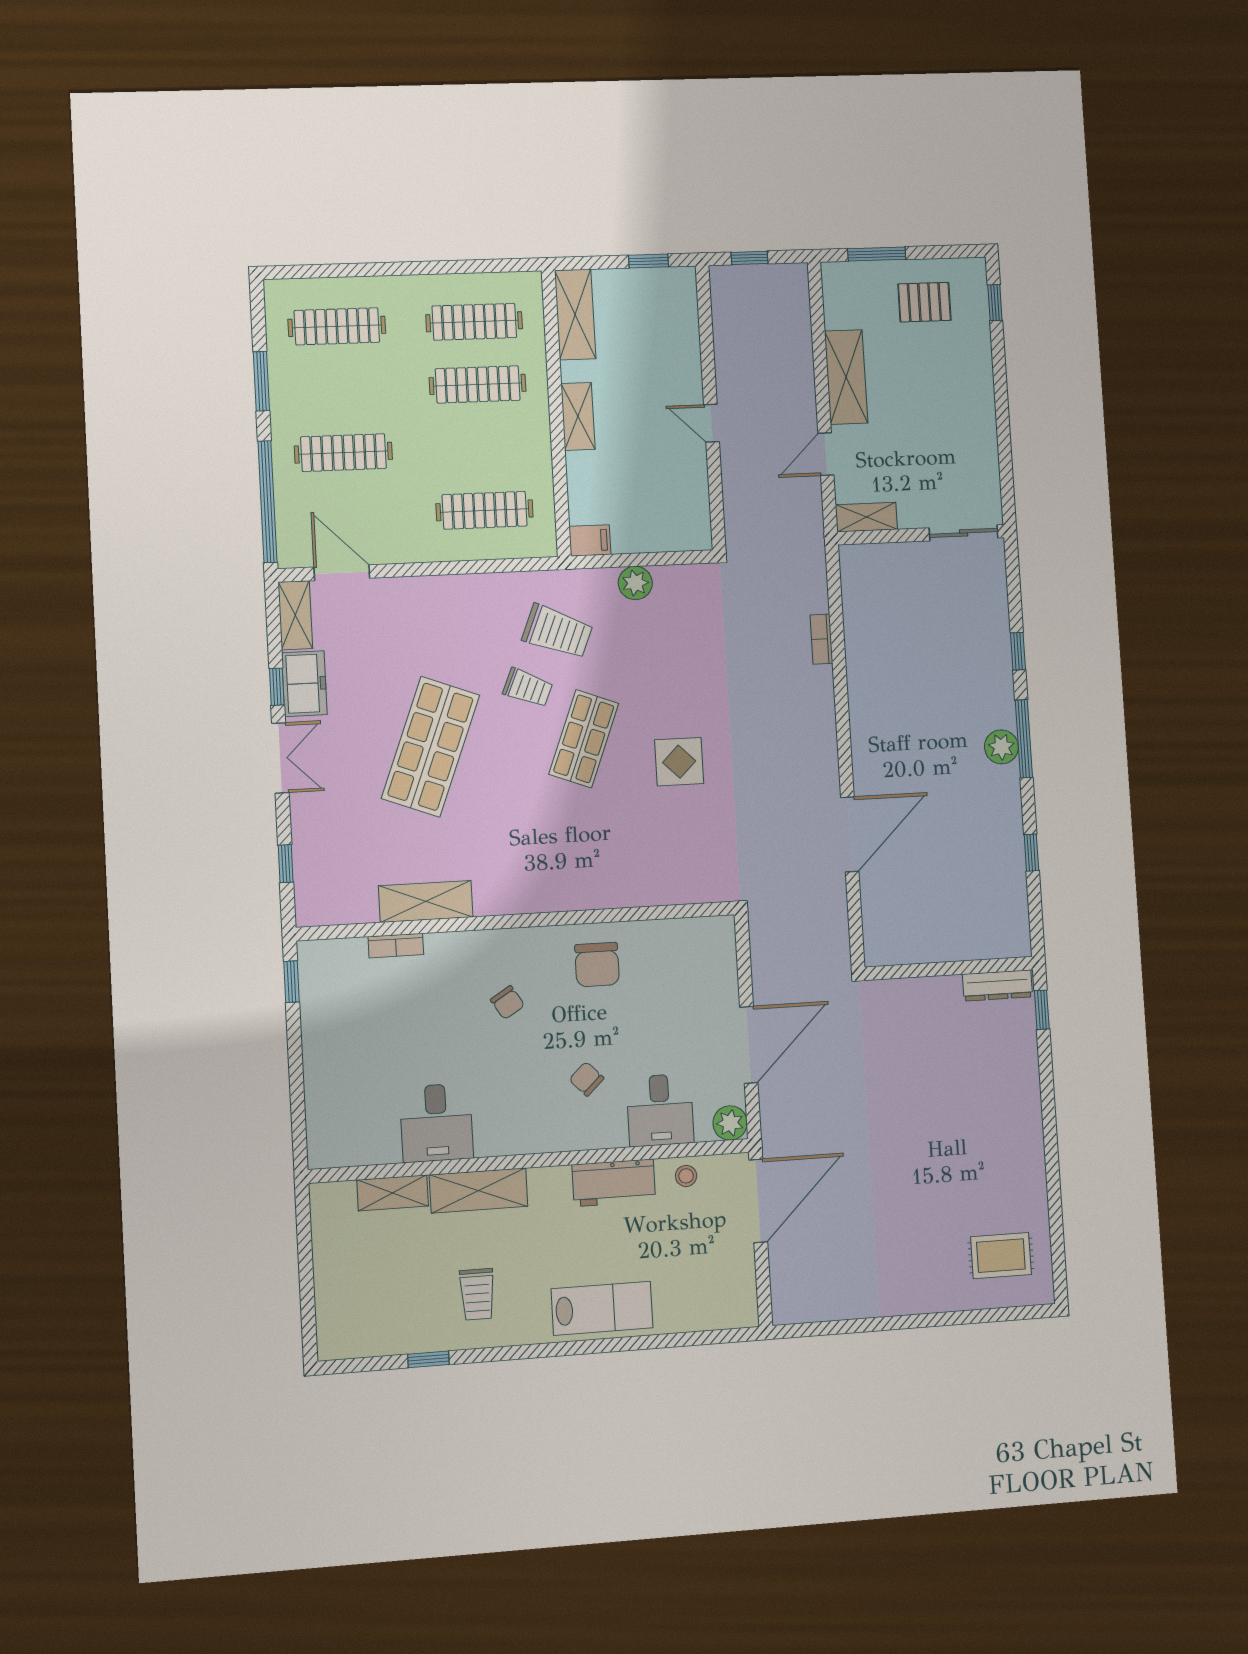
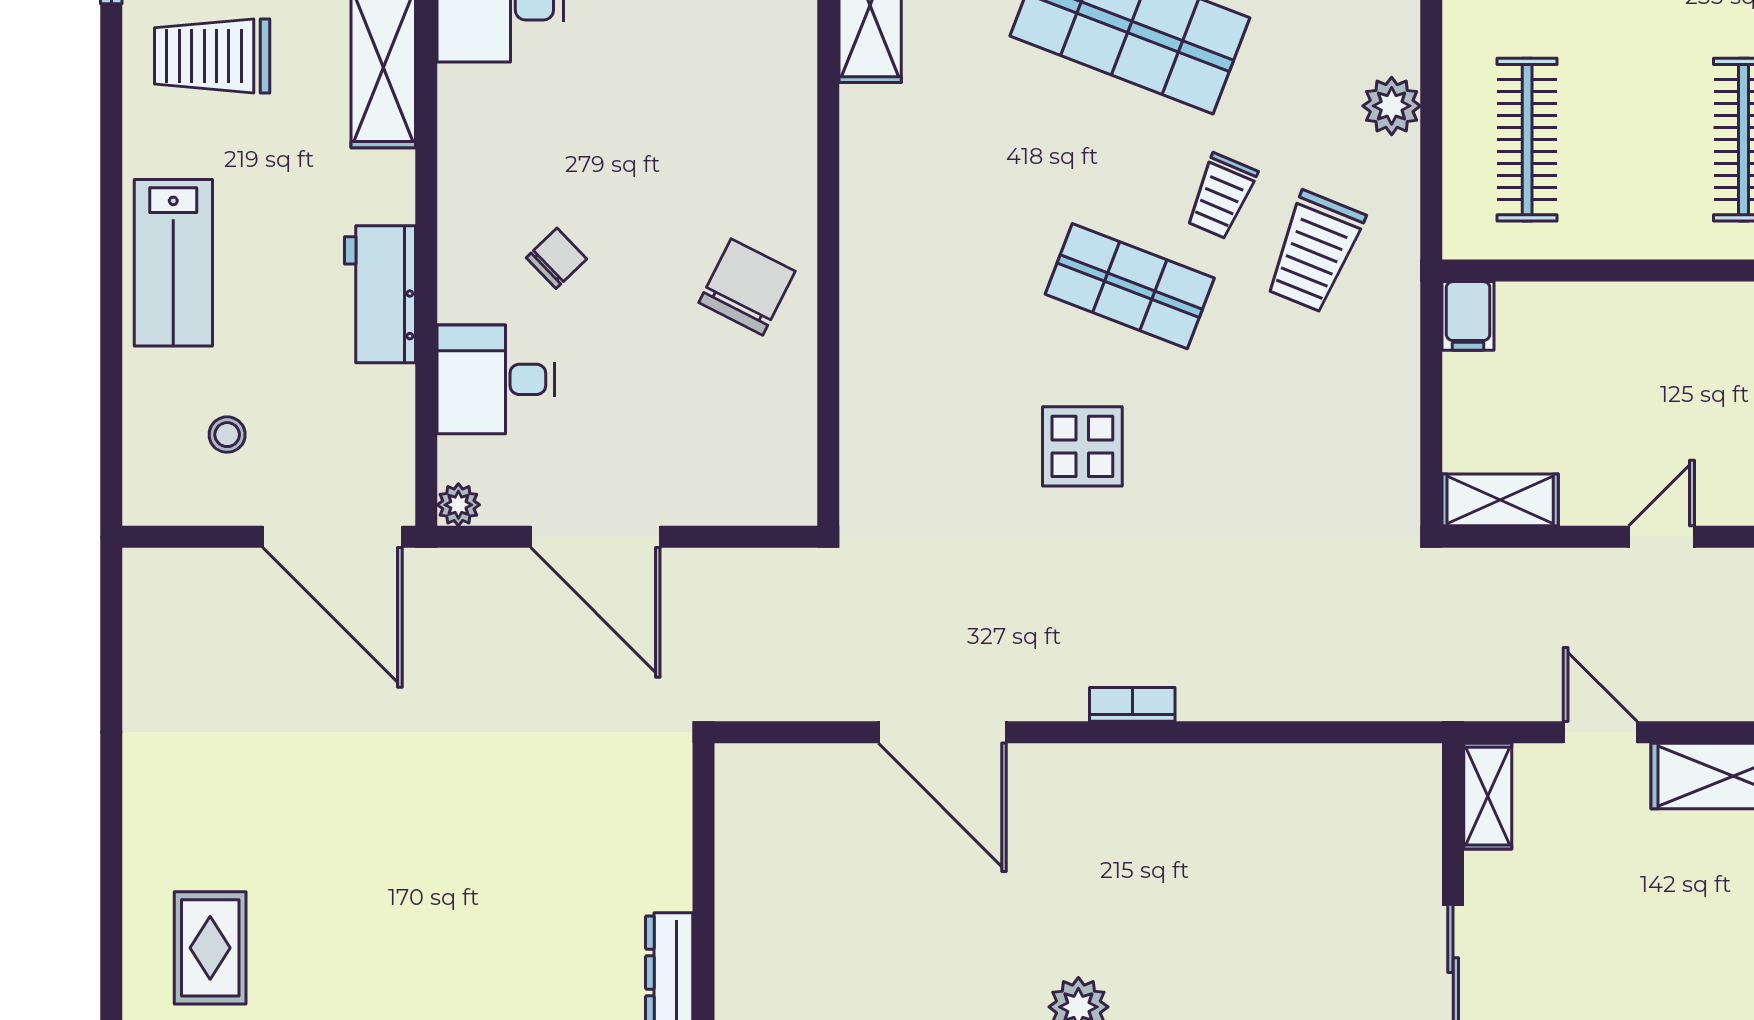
shelving: (578, 416) -> (1500, 500), moved
plant: (635, 583) -> (1392, 106), moved
bookcase: (821, 639) -> (1132, 704), moved
chair: (597, 965) -> (747, 287), turned 117
chair: (508, 1003) -> (693, 133), removed
plant: (730, 1123) -> (458, 505), width x0.73, depth x0.73
stool: (686, 1176) -> (227, 435), moved
trolley: (477, 1294) -> (212, 56), width x1.36, depth x1.39

